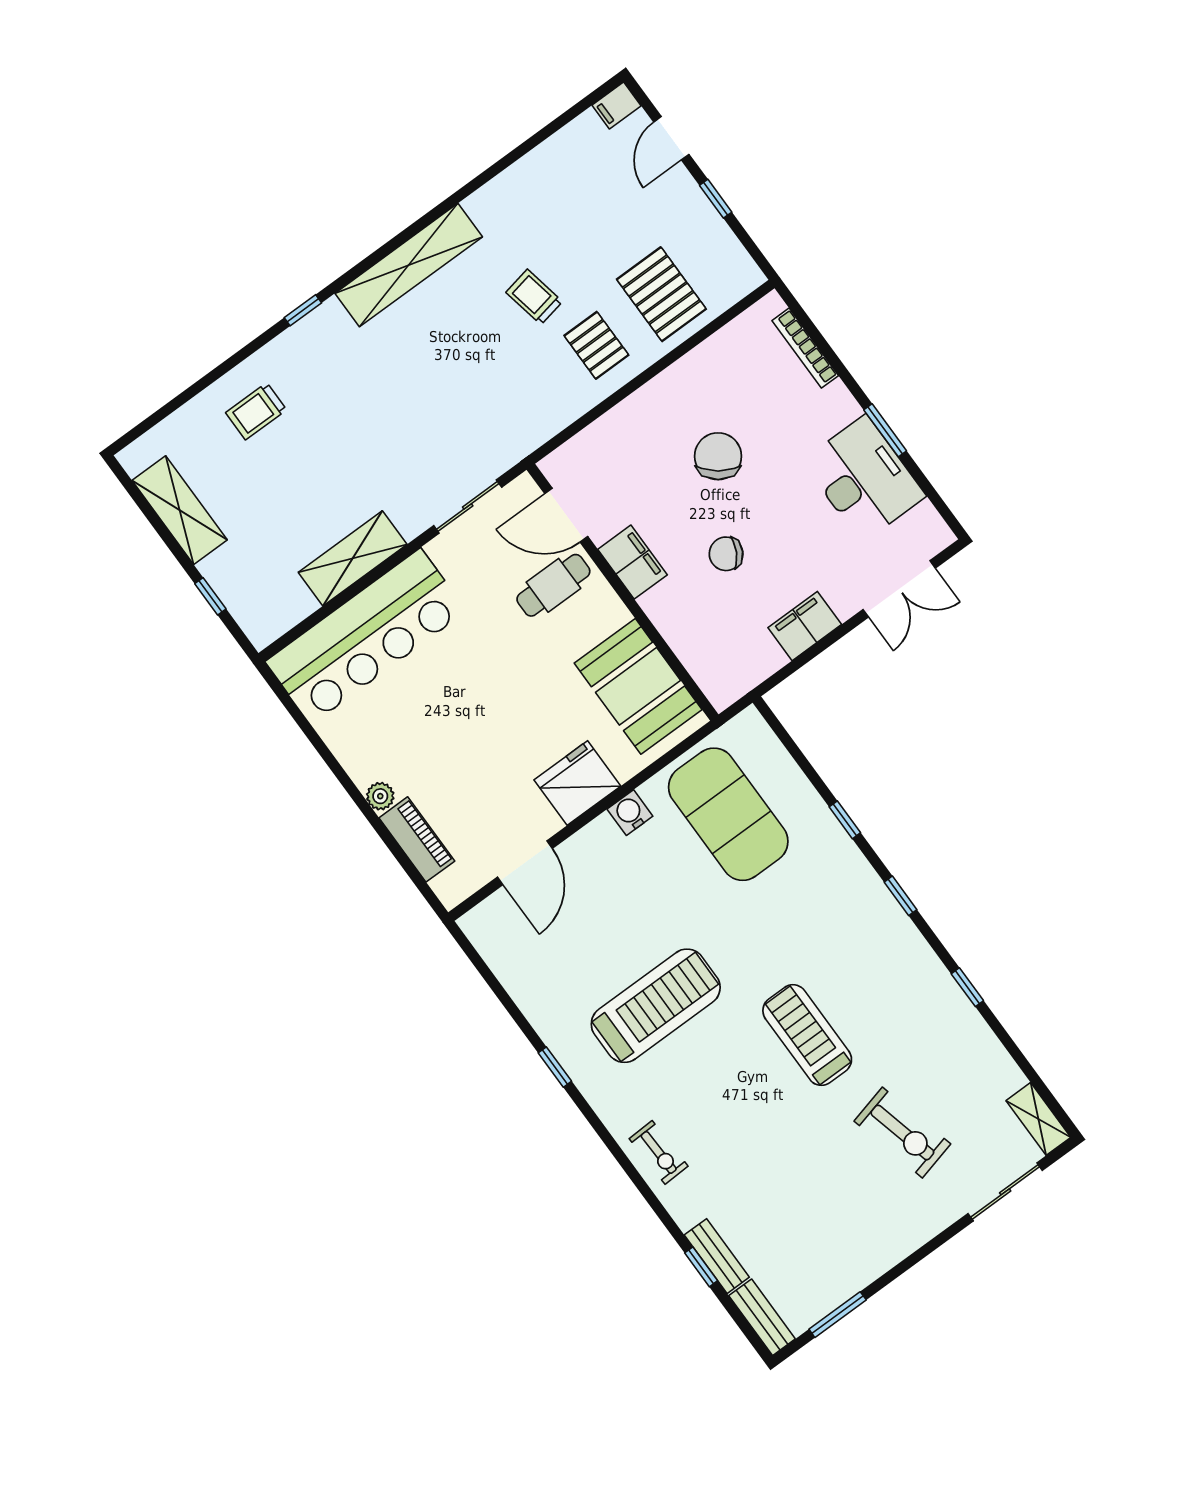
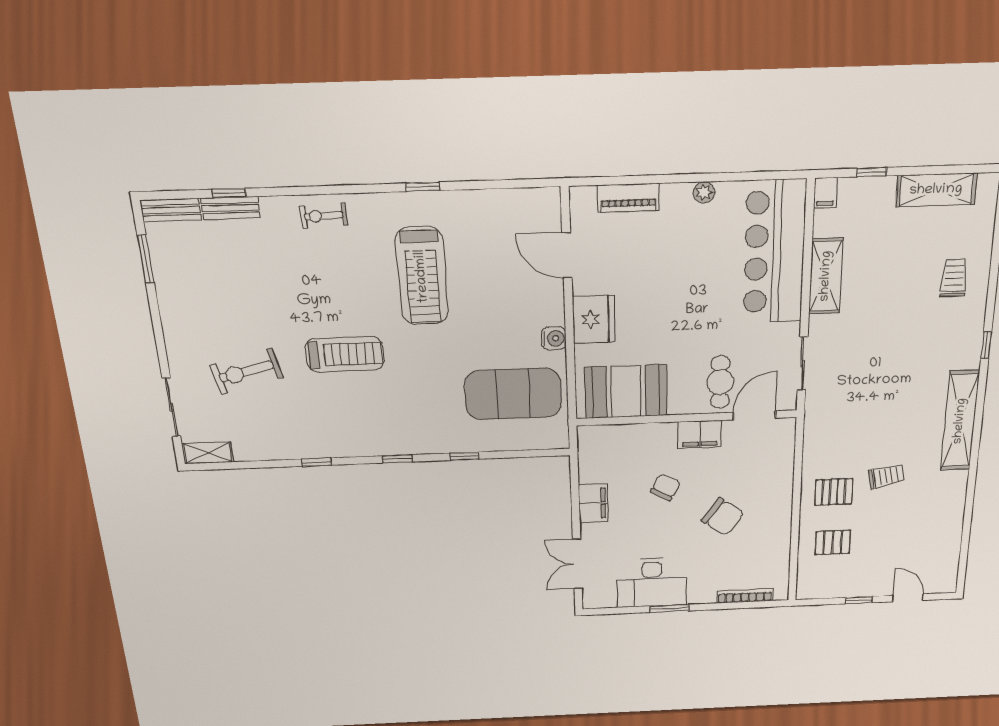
filing cabinet: (617, 105) -> (825, 193), moved, turned 180
pallet: (661, 294) -> (833, 542), width x0.67, depth x0.71
plant: (380, 796) -> (704, 192), moved

